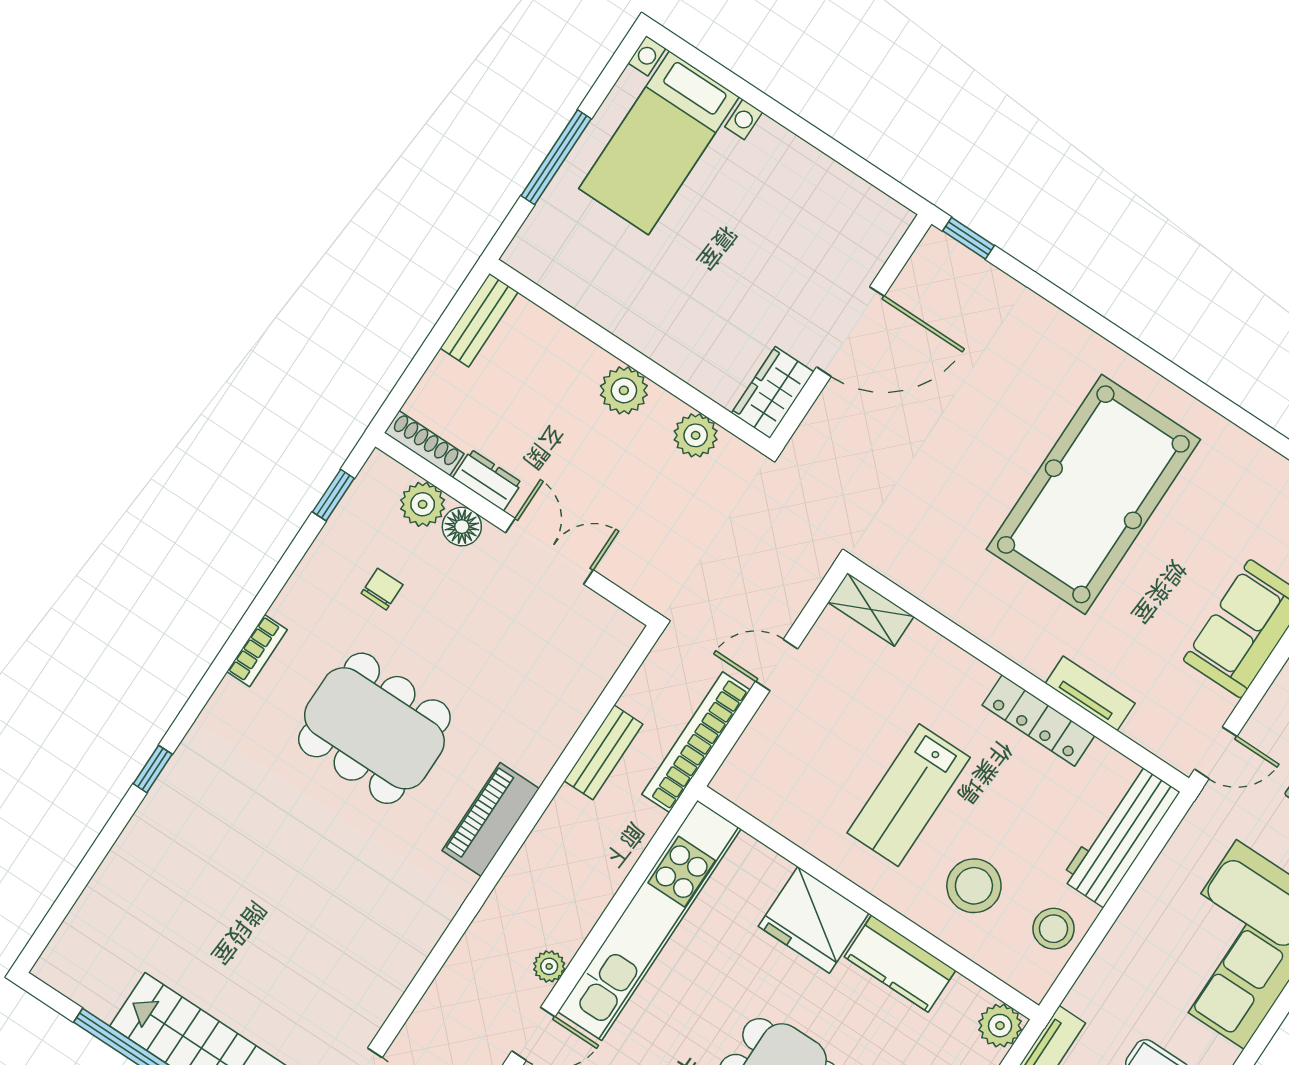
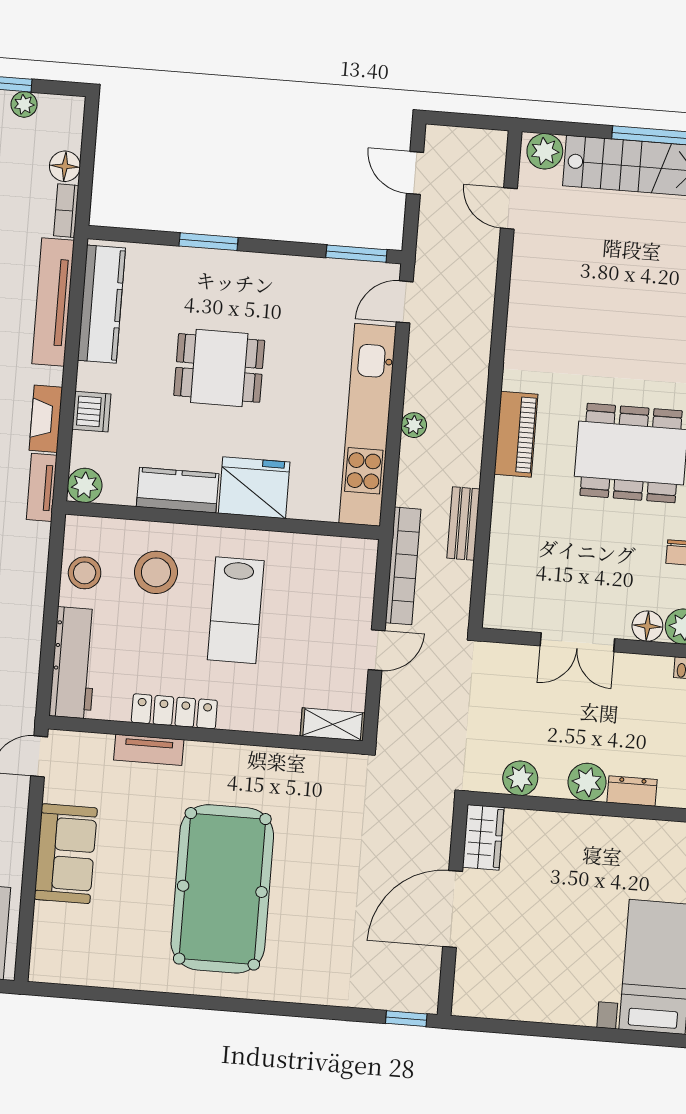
dresser: (487, 480) -> (632, 791), moved, turned 180
lab bench: (909, 795) -> (236, 610), turned 180
plant: (549, 966) -> (414, 425), moved

